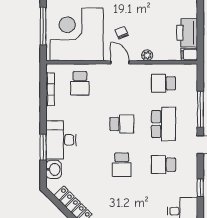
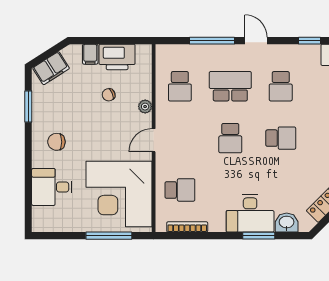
chair: (122, 33) -> (109, 95), moved
filing cabinet: (189, 54) -> (90, 54), moved
school desk: (122, 124) -> (230, 138), turned 180

